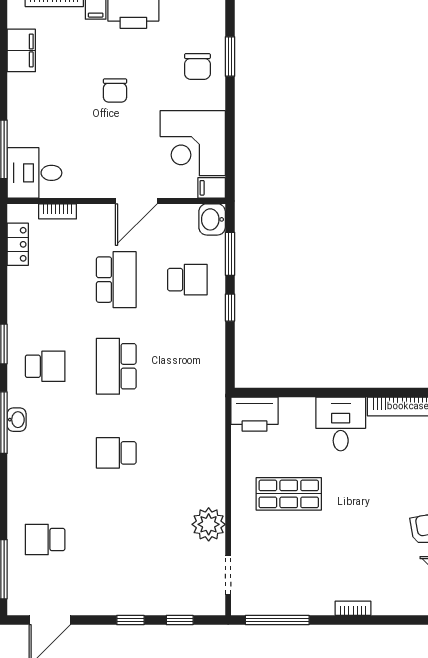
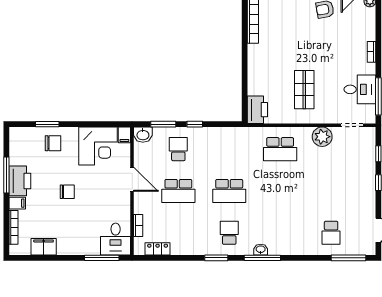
school desk: (116, 280) -> (178, 191), turned 180
desk: (341, 424) -> (360, 89), moved, turned 180
school desk: (116, 453) -> (280, 149), moved, width x1.85

